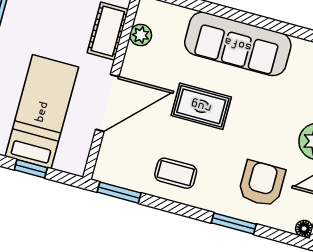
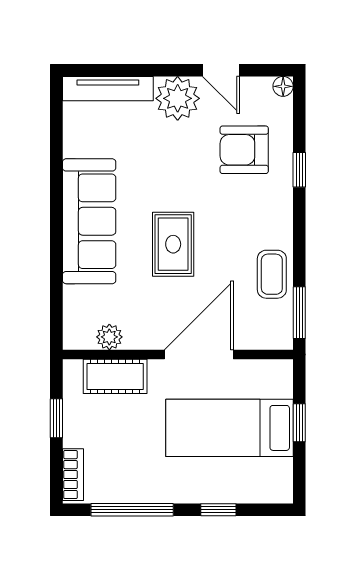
door: (107, 103) -> (199, 355), hinge flipped
coffee table: (176, 173) -> (272, 274), moved
window: (234, 223) -> (299, 170), width x0.67

